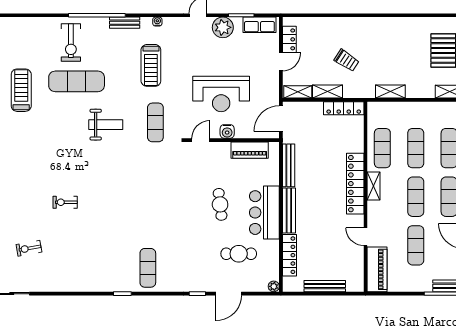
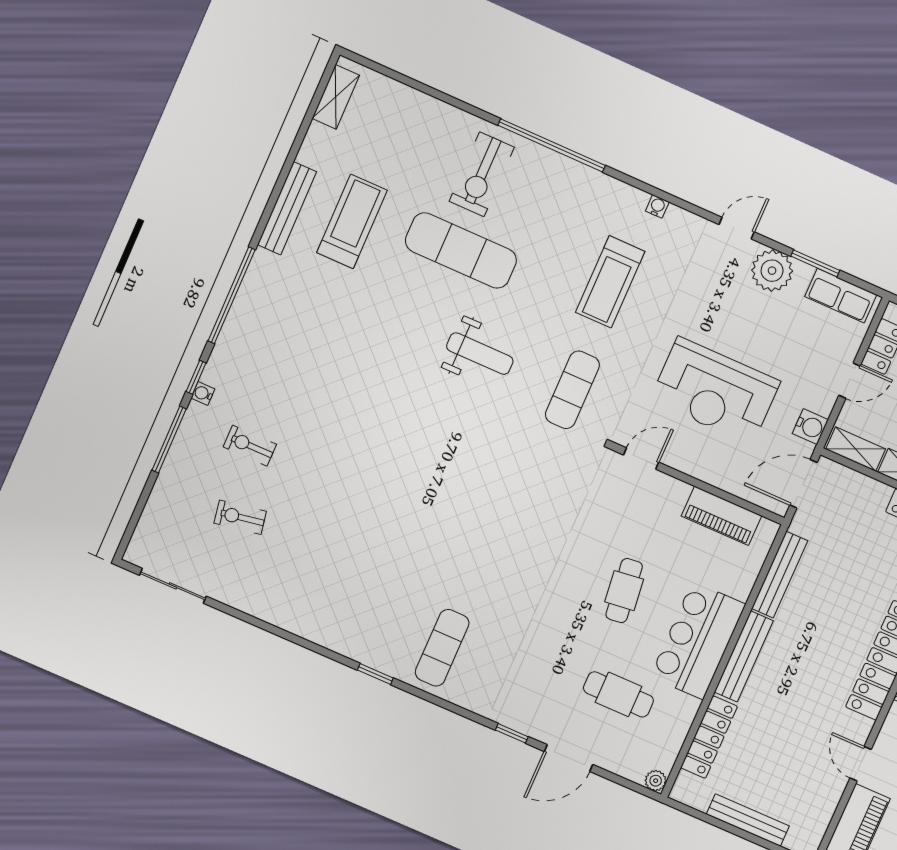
bench: (125, 23) -> (597, 182), removed
water cooler: (227, 131) -> (810, 427), moved, turned -90
exercise bike: (65, 202) -> (250, 446), moved

